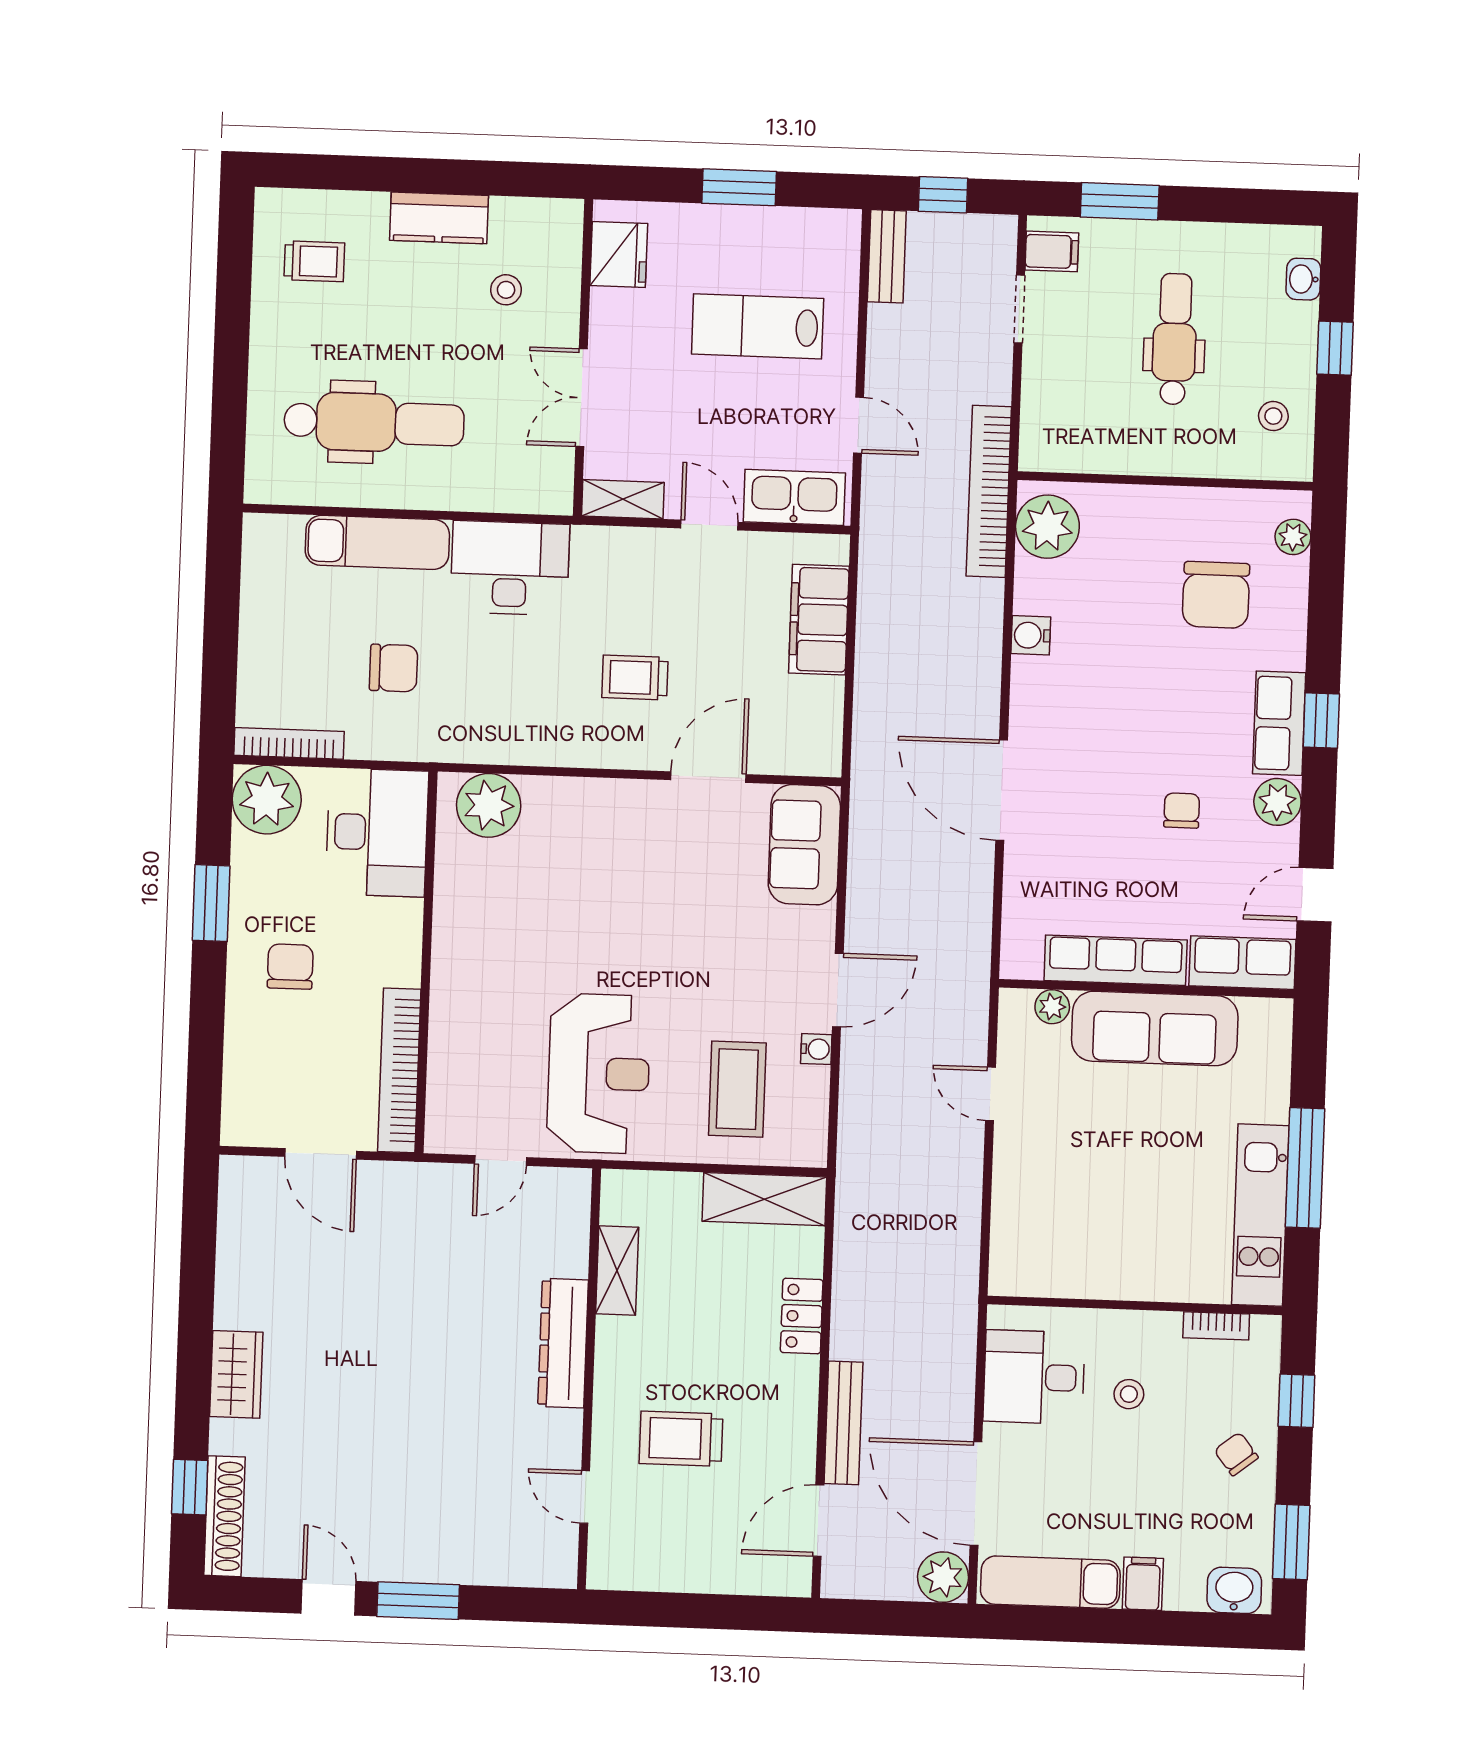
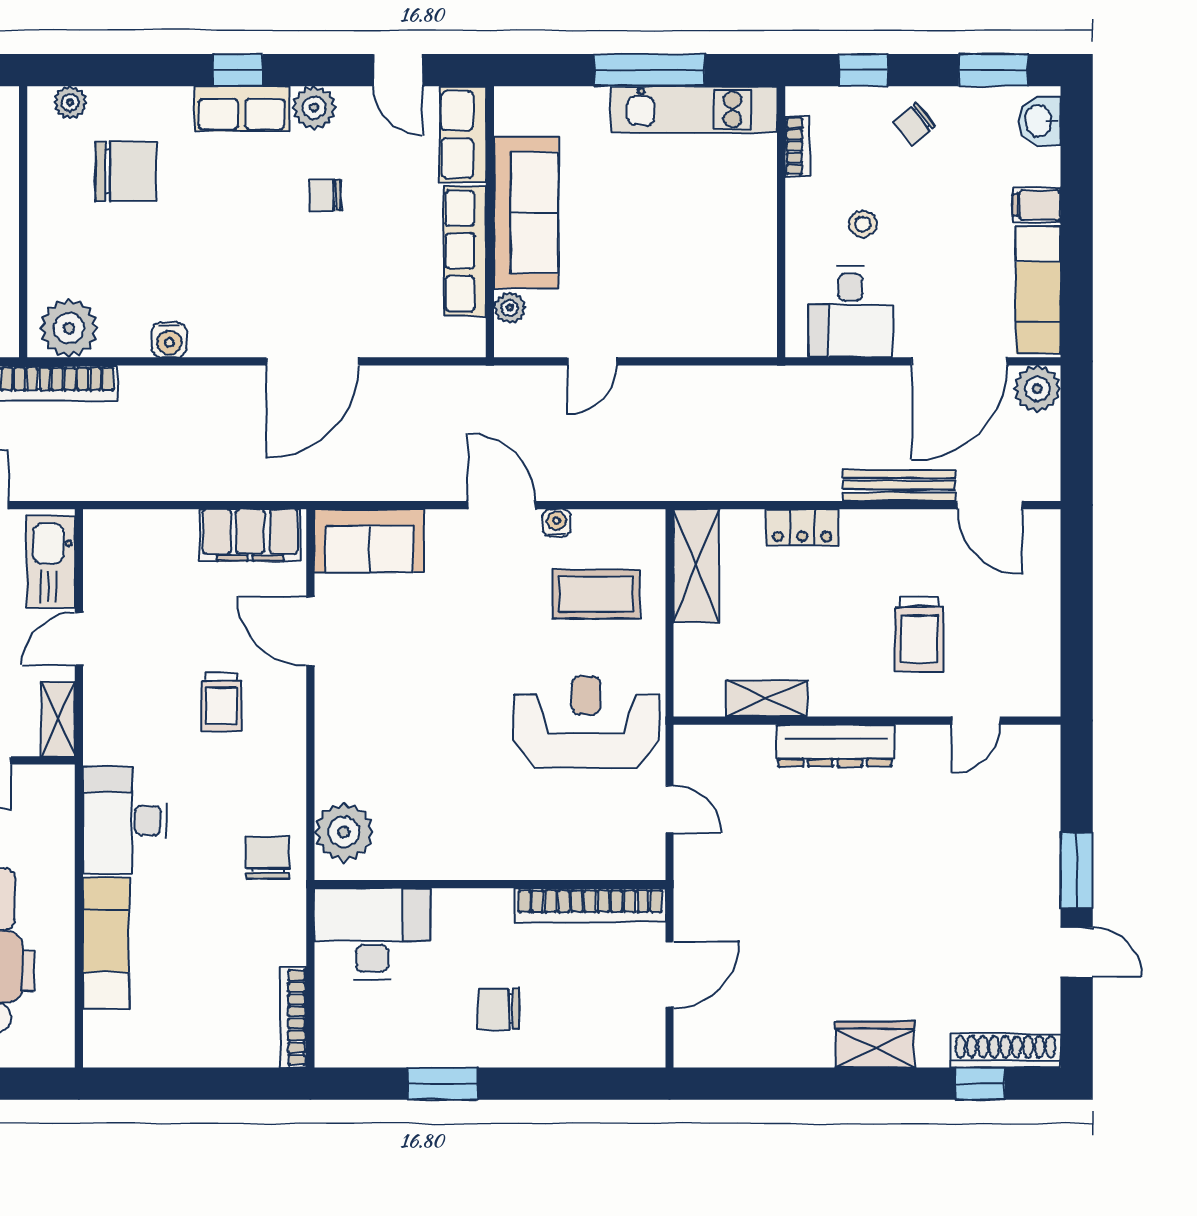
filing cabinet: (819, 620) -> (250, 535), moved
chair: (394, 668) -> (268, 858), moved
plant: (267, 800) -> (346, 1036), removed
door: (328, 1597) -> (1077, 952), swing flipped

